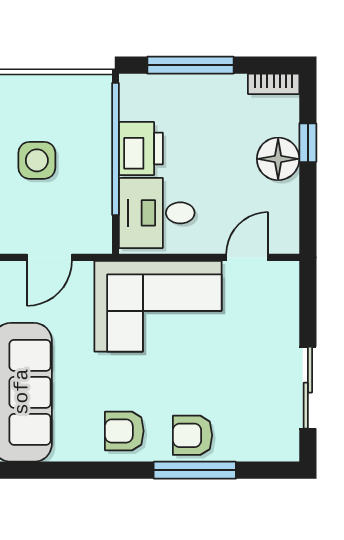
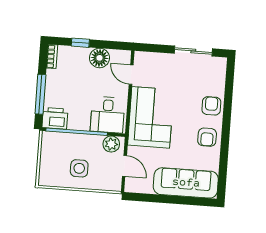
printer: (141, 148) -> (55, 118), moved
floor lamp: (278, 159) -> (100, 58), moved
plant: (94, 226) -> (111, 144), added
armchair: (193, 435) -> (211, 106), turned 180
window: (195, 470) -> (228, 106), removed

